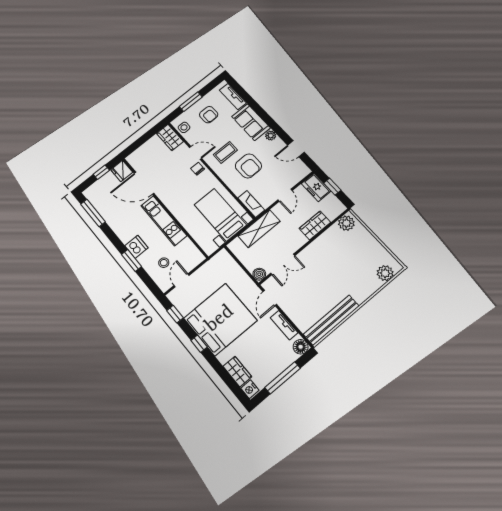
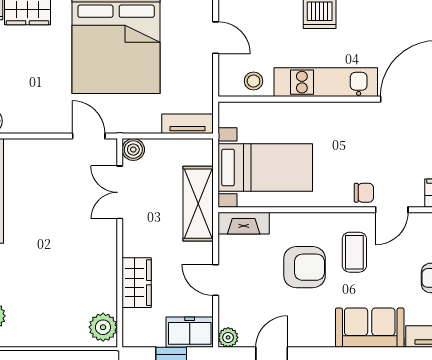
plant: (271, 136) -> (228, 337), moved
armchair: (248, 166) -> (305, 267), turned 180
stool: (164, 263) -> (254, 81), moved
tv unit: (284, 325) -> (188, 124), moved

